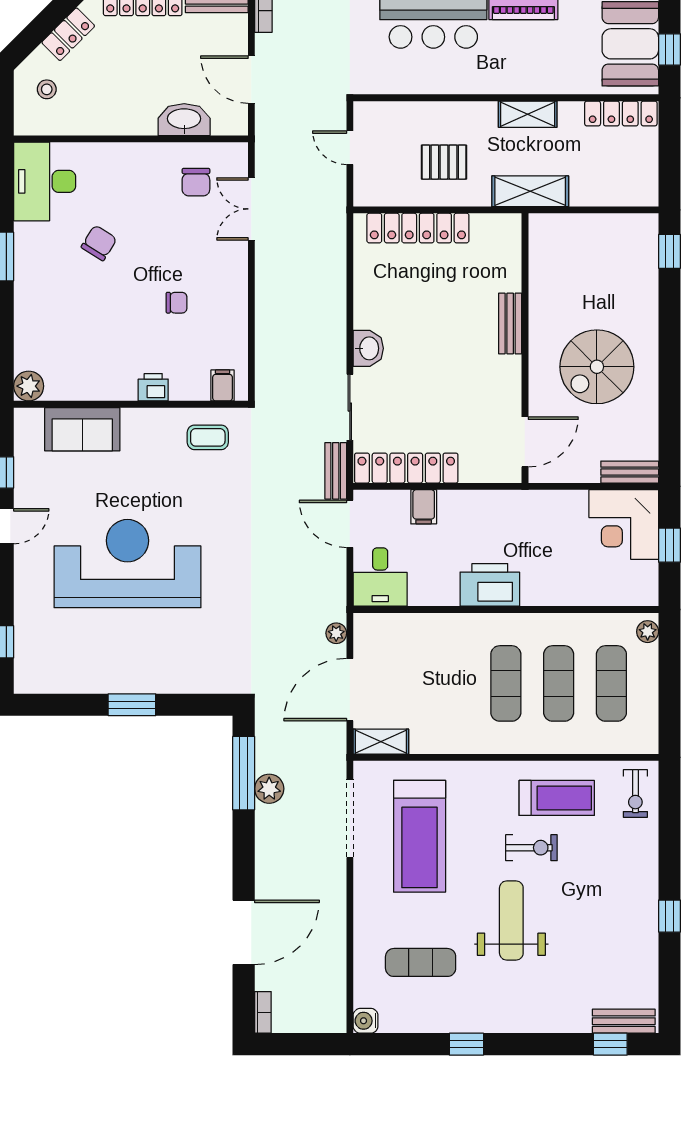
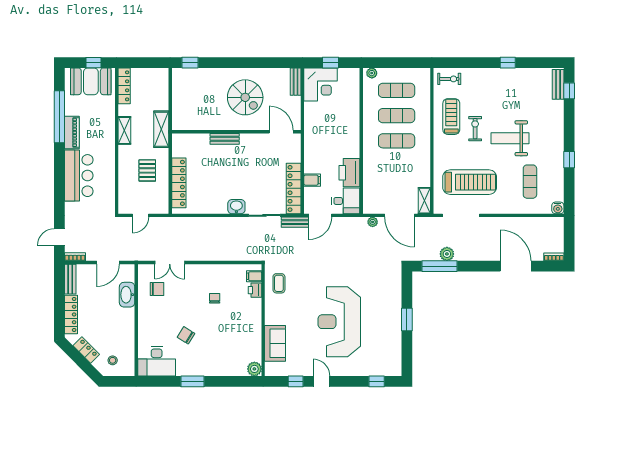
printer: (153, 387) -> (255, 290), moved
printer: (490, 585) -> (349, 173), moved

